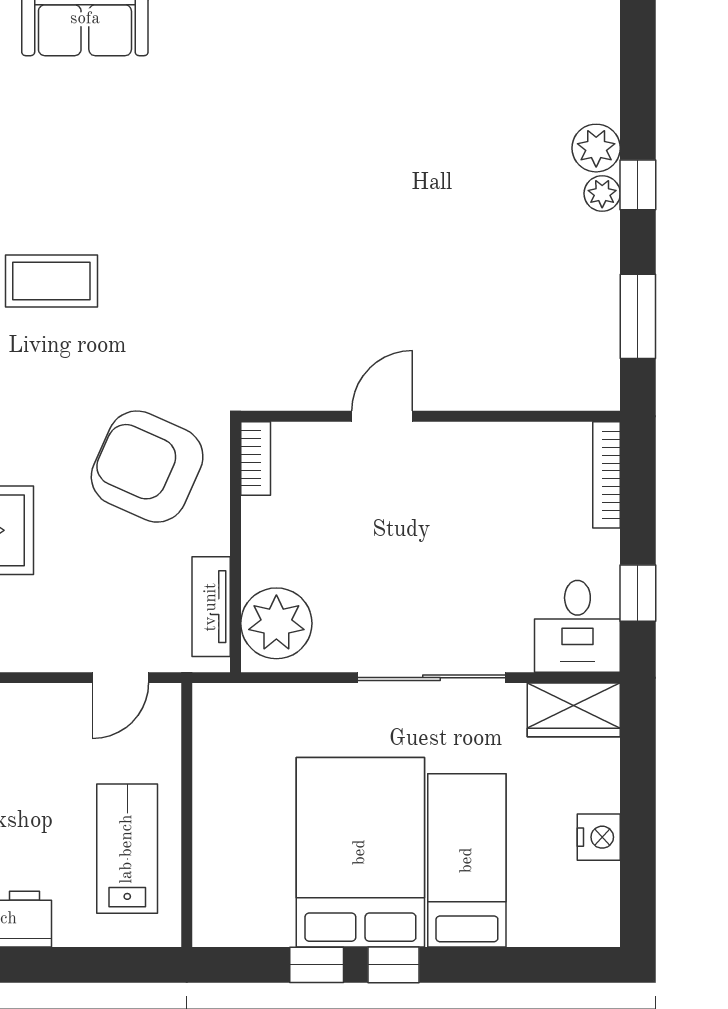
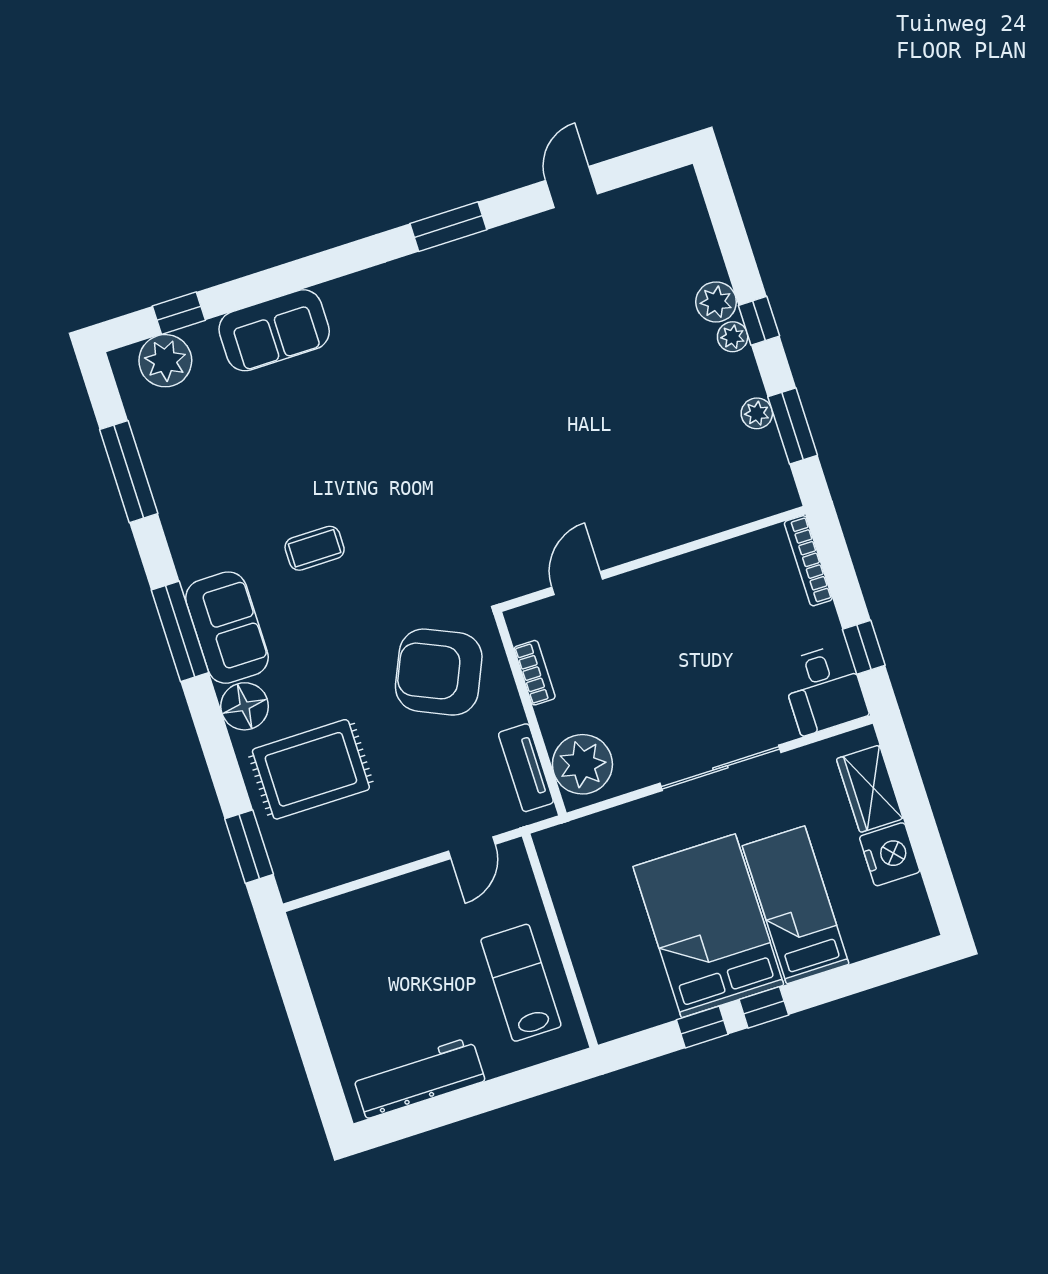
coffee table: (51, 281) -> (315, 548), width x0.73, depth x0.77
plant: (602, 289) -> (757, 413), added
door: (382, 416) -> (577, 583), moved
bookcase: (256, 458) -> (535, 673), moved
wardrobe: (574, 710) -> (870, 789), moved, turned 90
nightstand: (599, 837) -> (890, 854), width x1.36, depth x1.33

